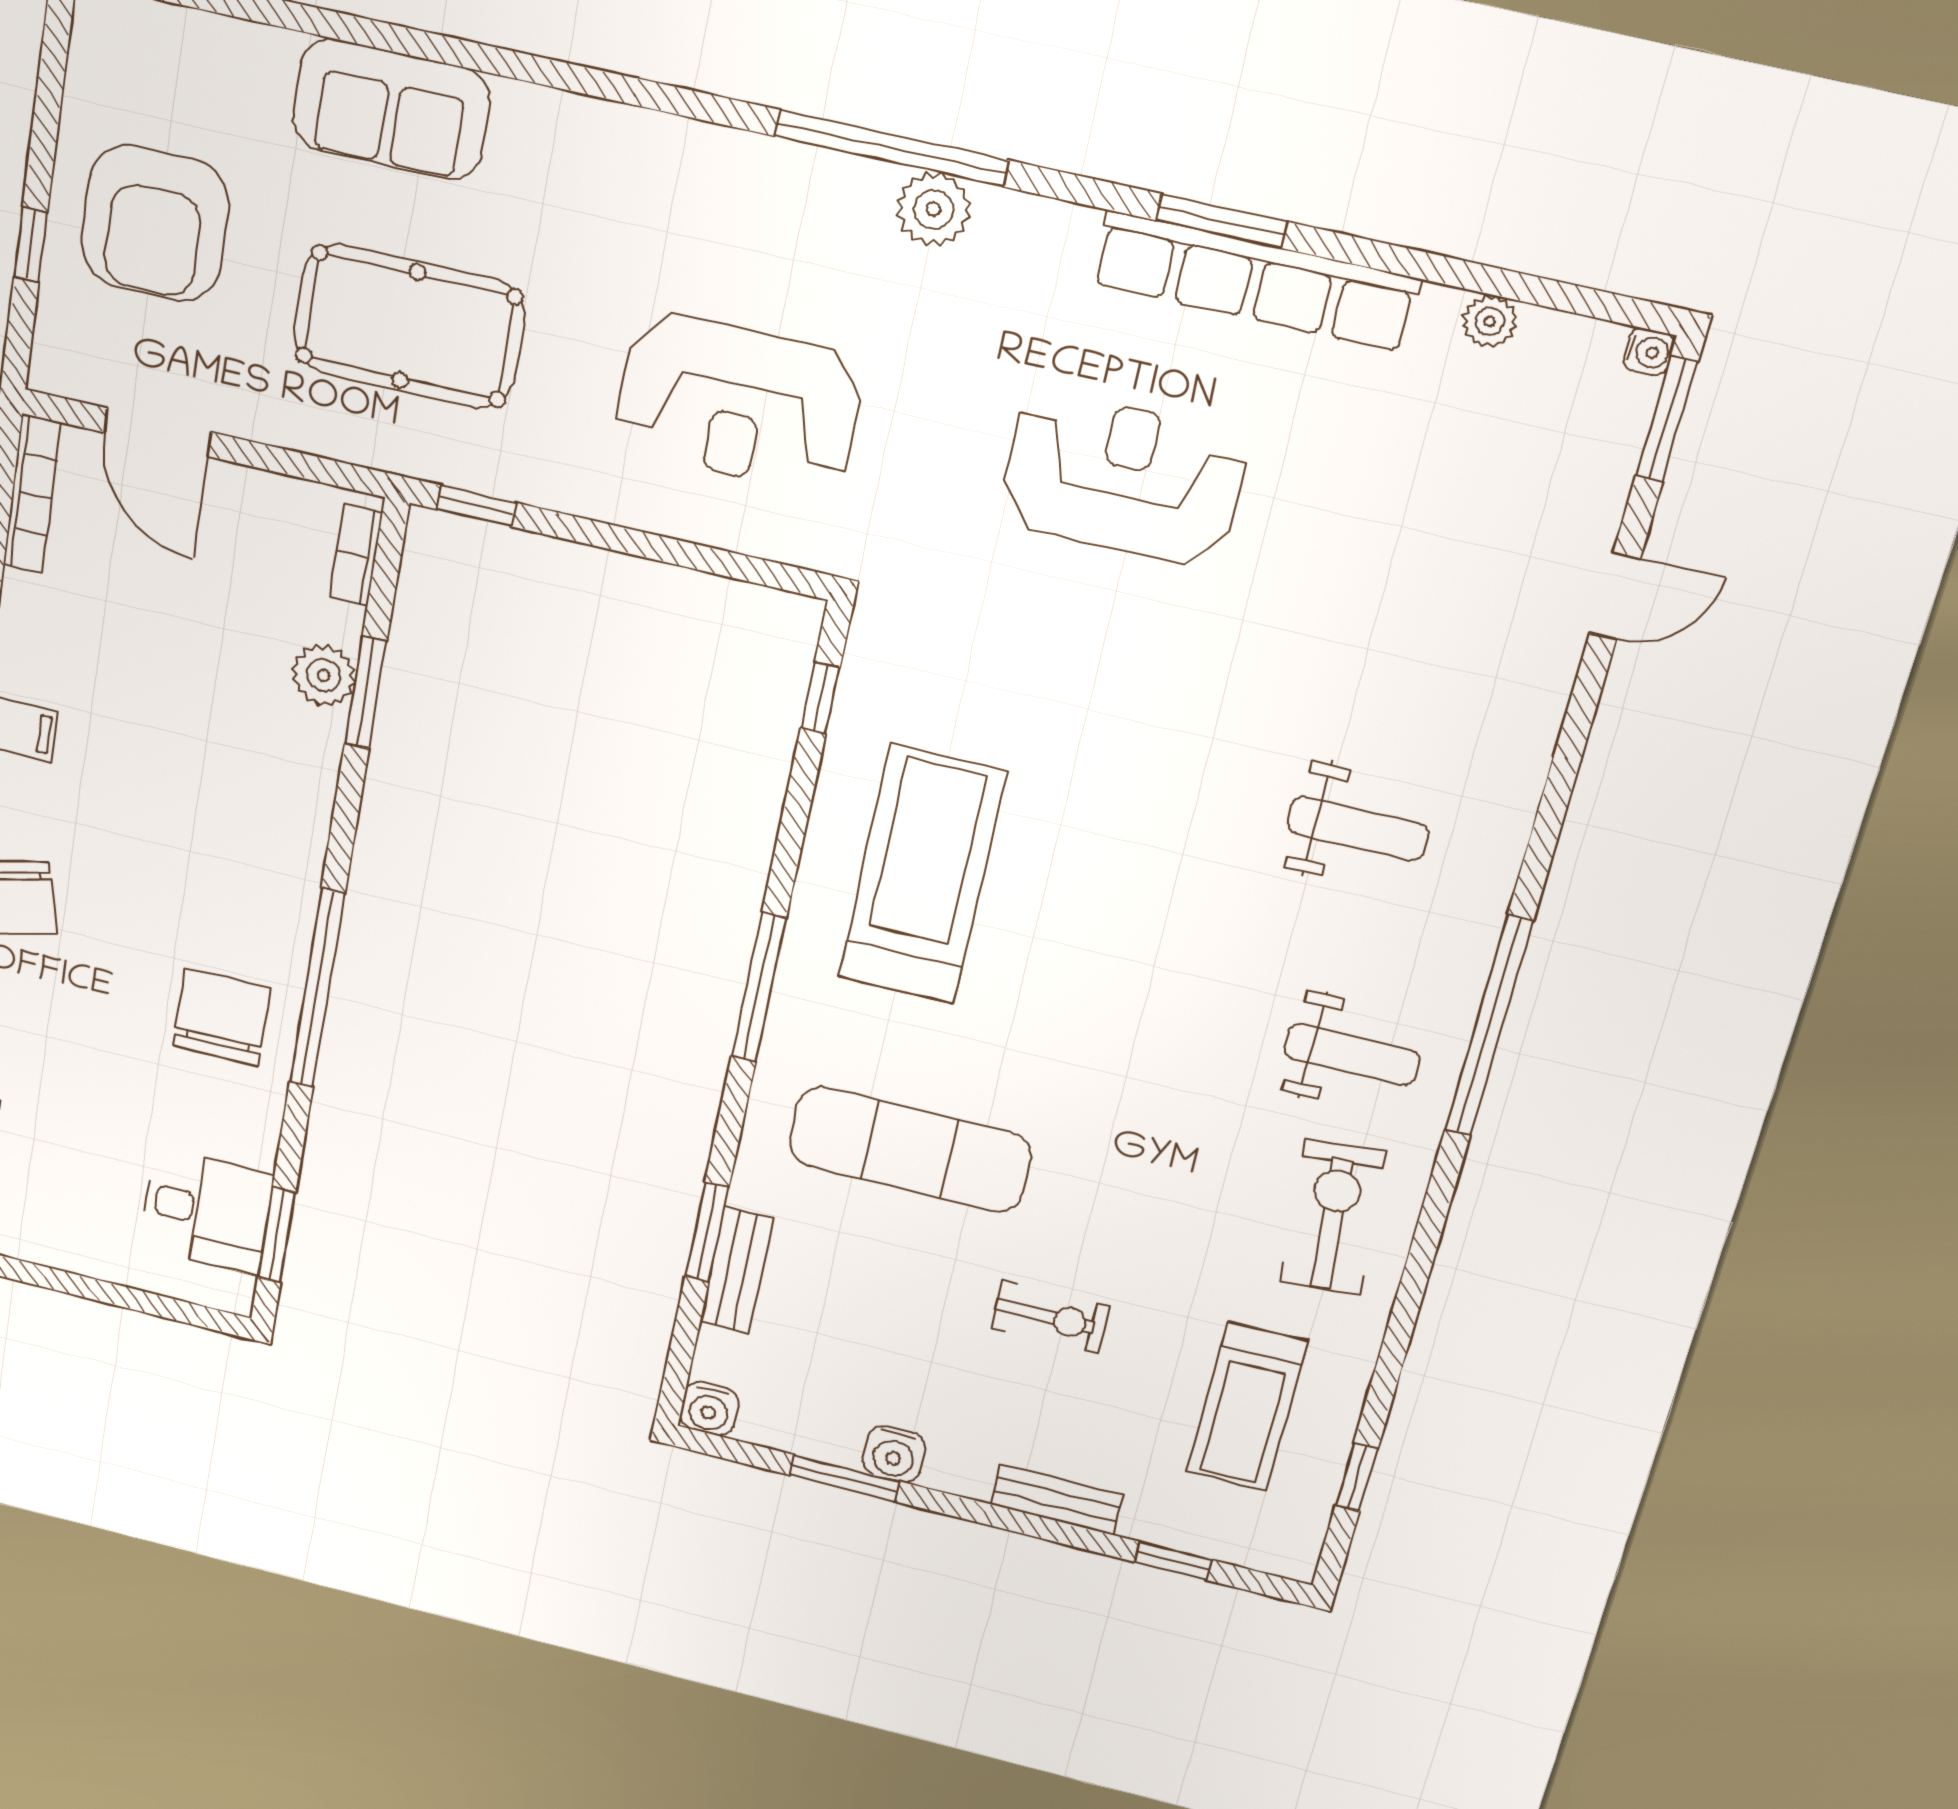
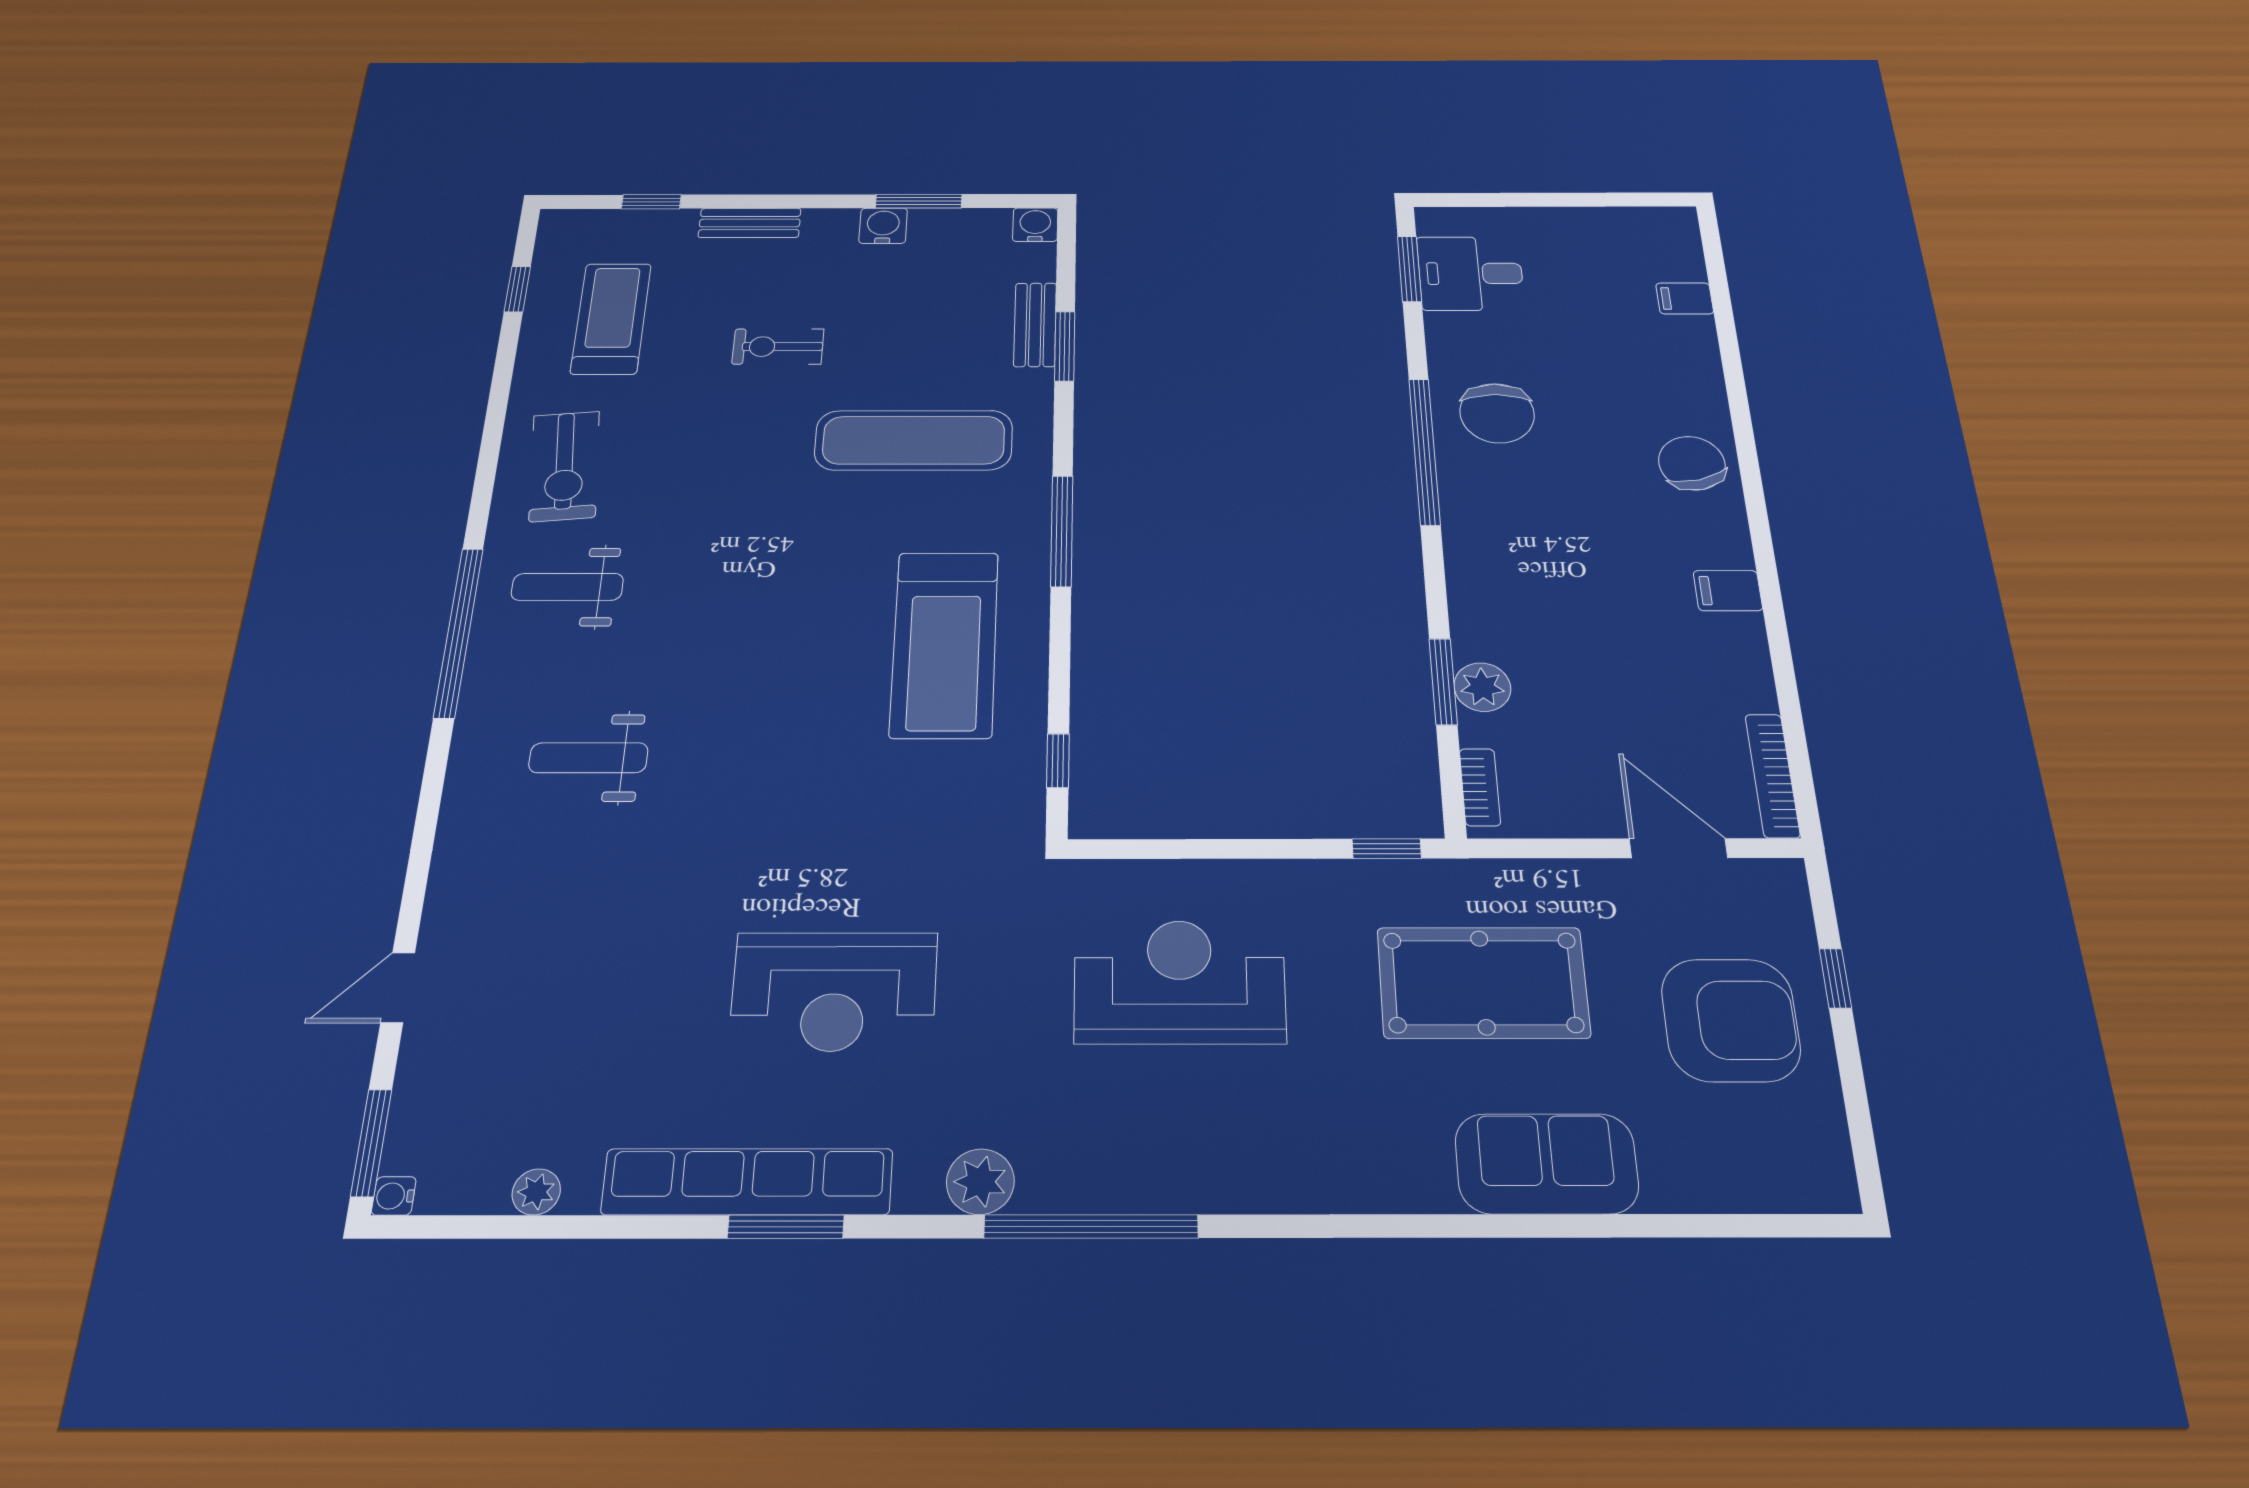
plant: (934, 209) -> (980, 1182), moved
armchair: (155, 223) -> (1731, 1020), turned 90

